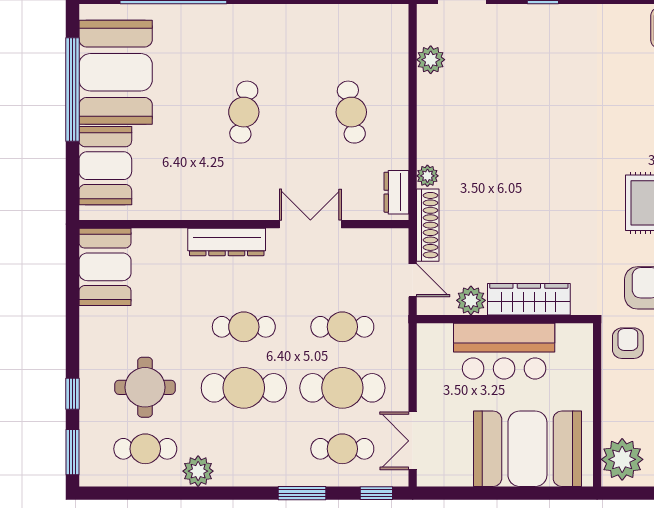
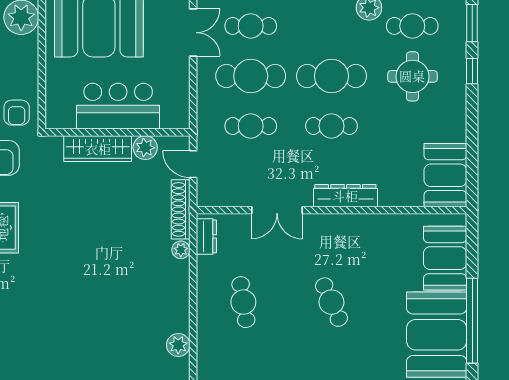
cafe table: (244, 112) -> (331, 302), turned -33

